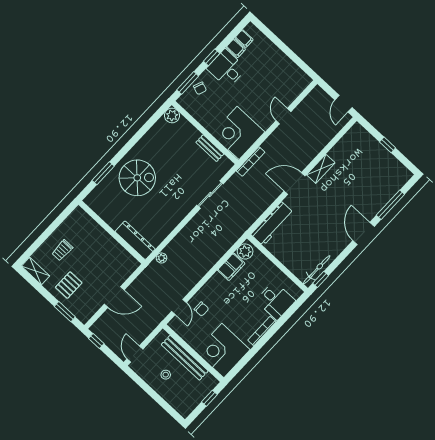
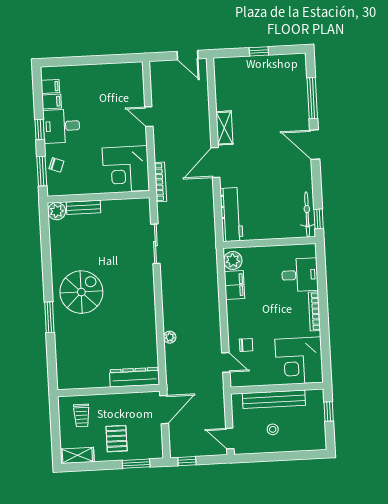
bench: (210, 148) -> (83, 207), moved
wall: (112, 232) -> (109, 391), moved
dresser: (135, 240) -> (135, 377), moved

